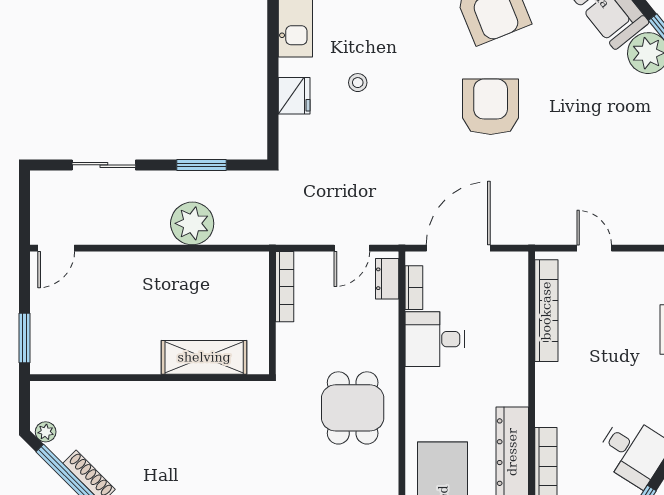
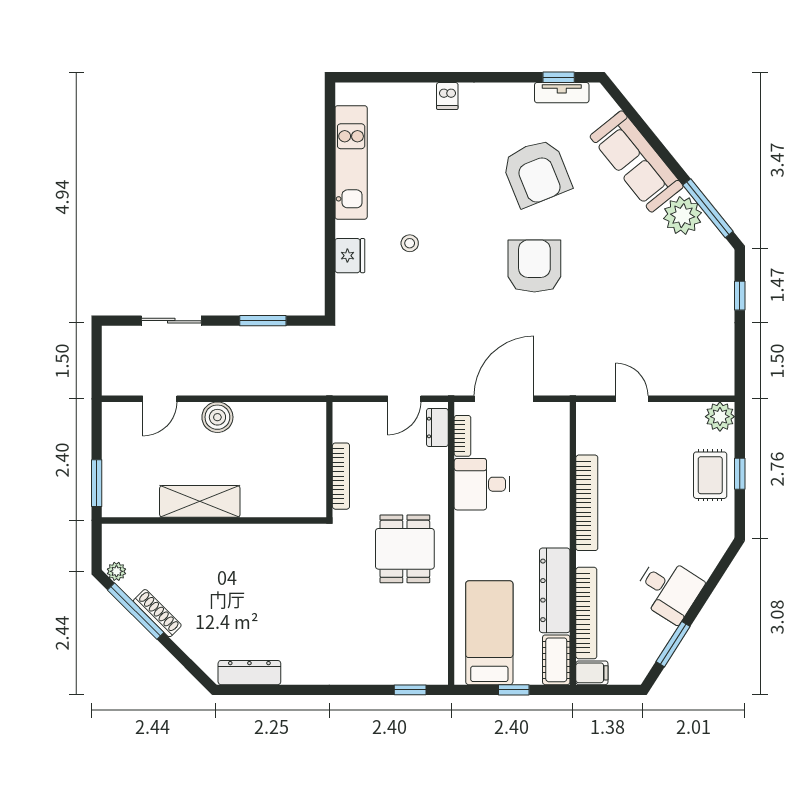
plant: (192, 223) -> (254, 376), removed
door: (56, 248) -> (160, 399), moved
boiler: (153, 268) -> (217, 417), added
bookcase: (285, 287) -> (341, 476), moved
bookcase: (546, 311) -> (587, 503), moved
shelving: (204, 357) -> (200, 501), moved

